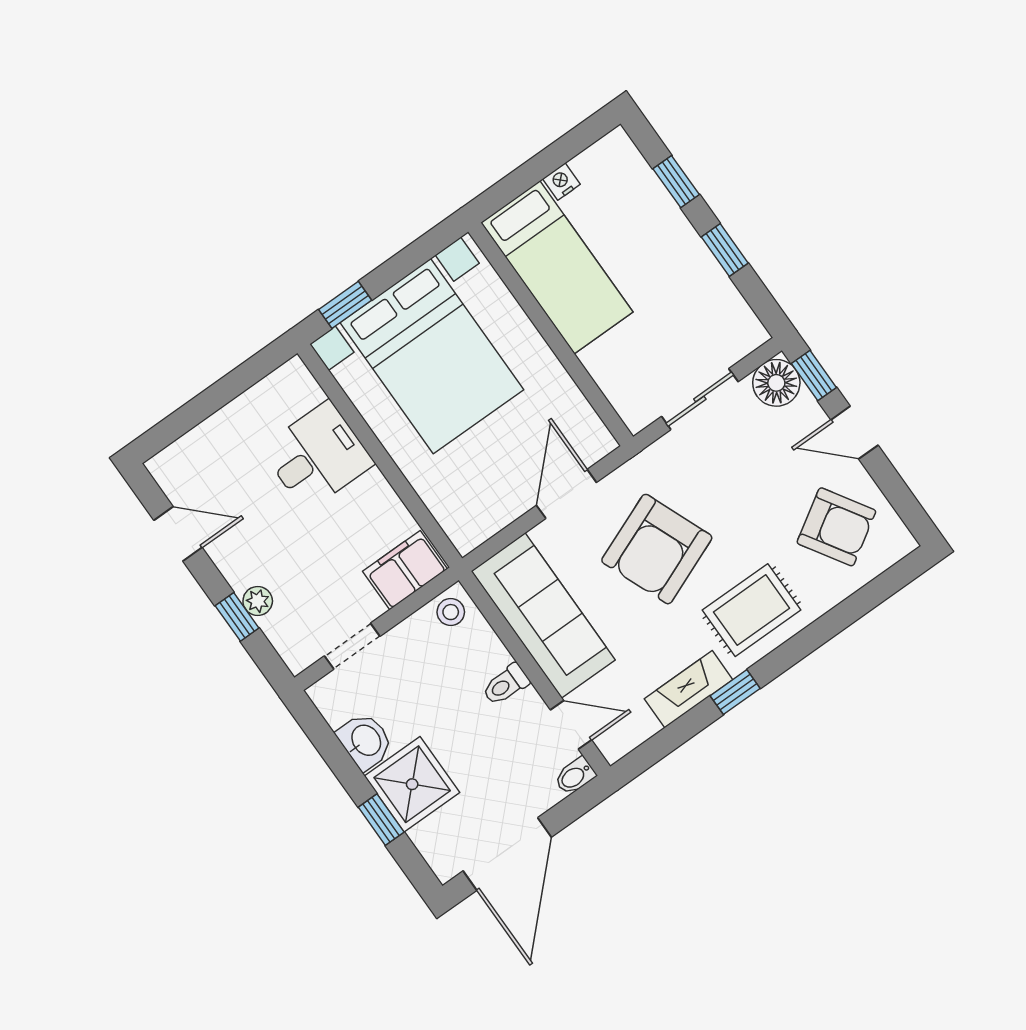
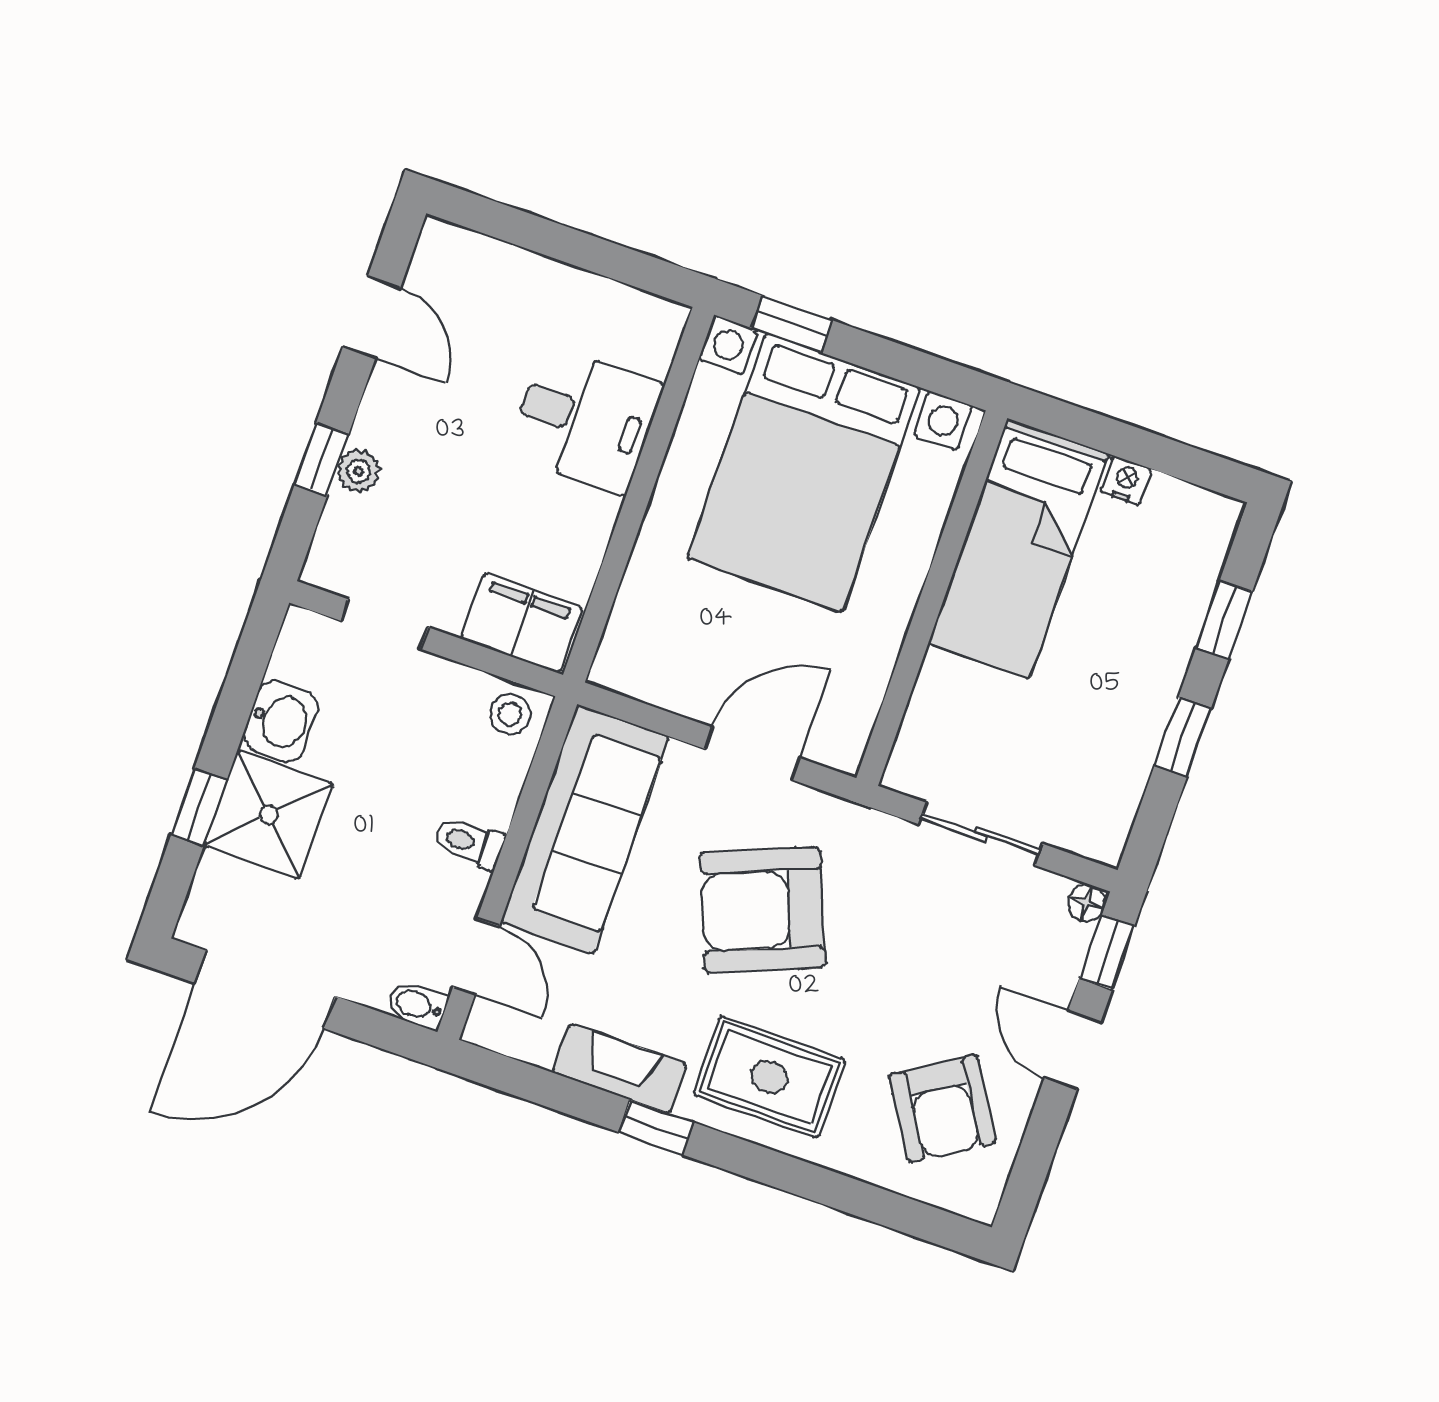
floor lamp: (776, 383) -> (1087, 903), width x0.53, depth x0.53

